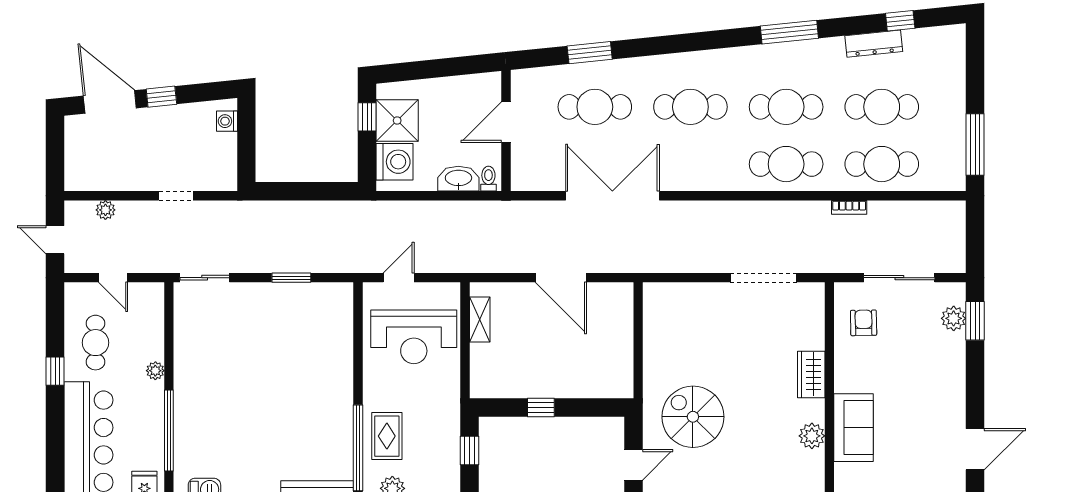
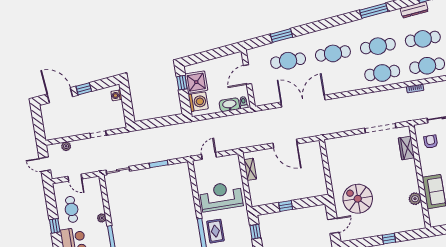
reception desk: (414, 337) -> (221, 196), moved, turned 180
wardrobe: (811, 374) -> (406, 148), moved

